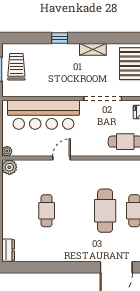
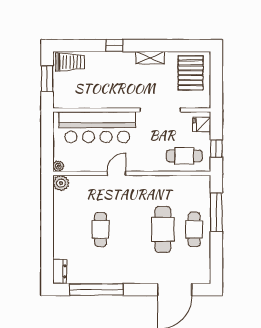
trolley: (16, 67) -> (70, 62), moved, turned 90
window: (43, 267) -> (97, 290), added

